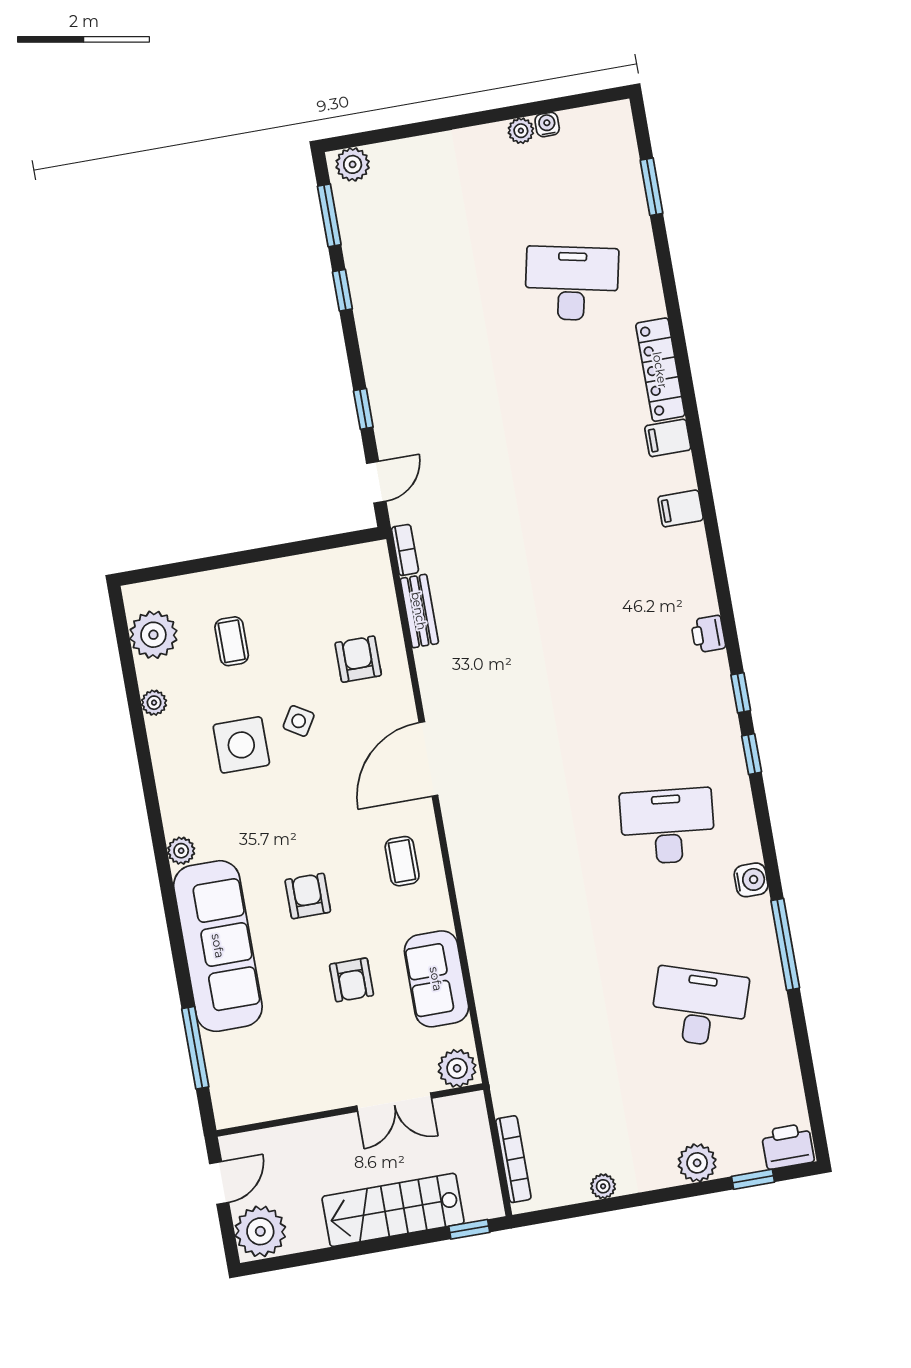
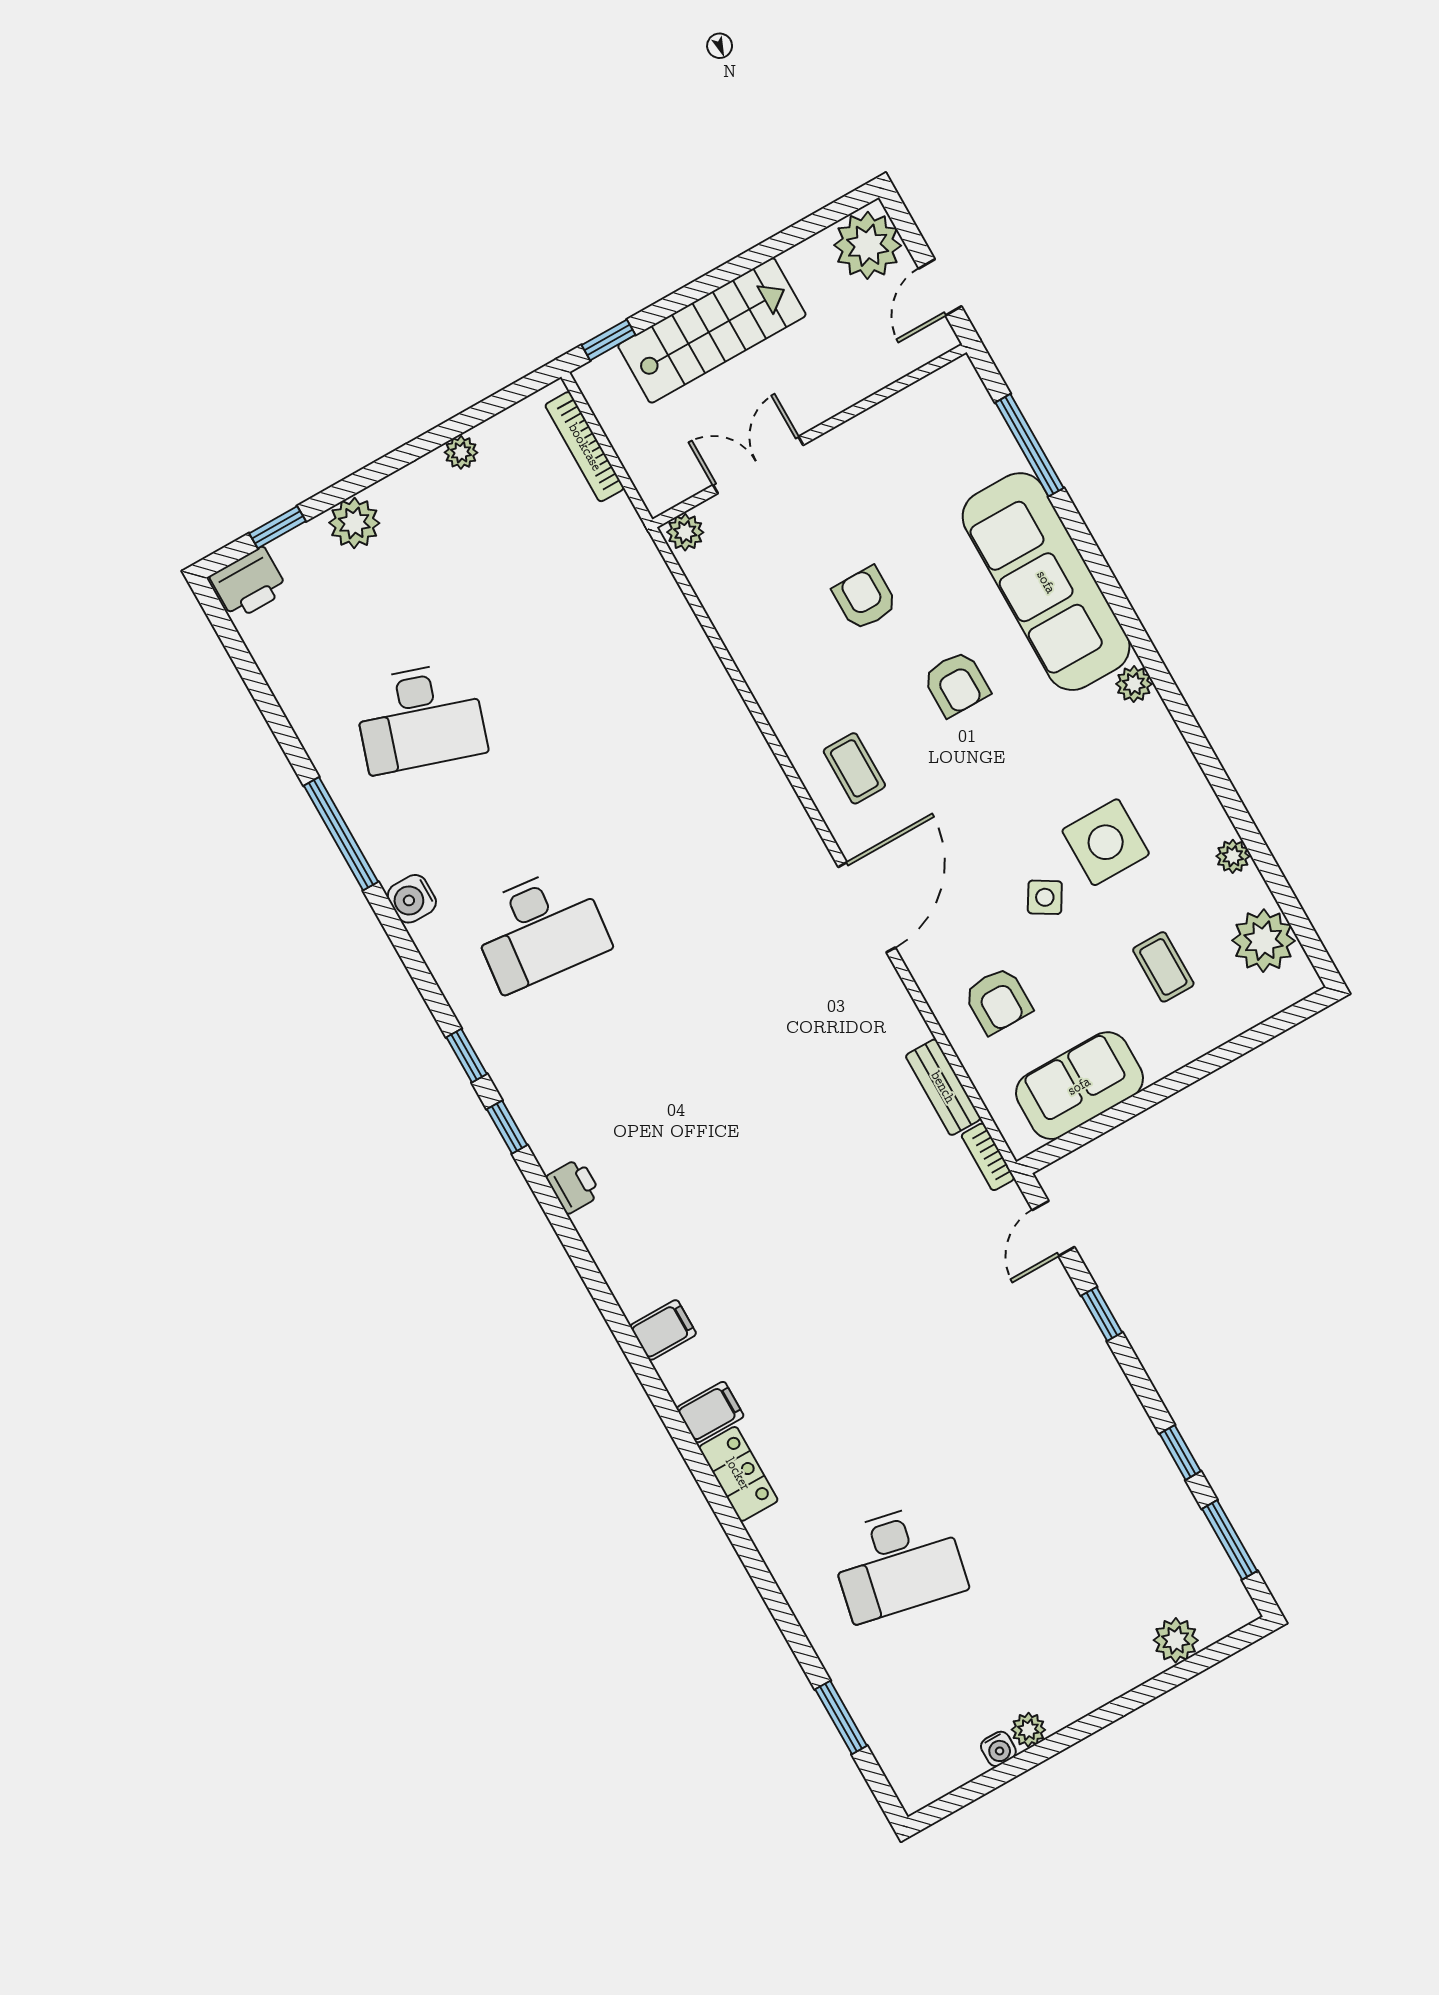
plant: (353, 164) -> (1176, 1640), moved
locker: (660, 370) -> (738, 1474), width x0.66
sofa: (436, 979) -> (1079, 1086), moved, turned -90
plant: (457, 1068) -> (685, 532), width x0.73, depth x0.73

